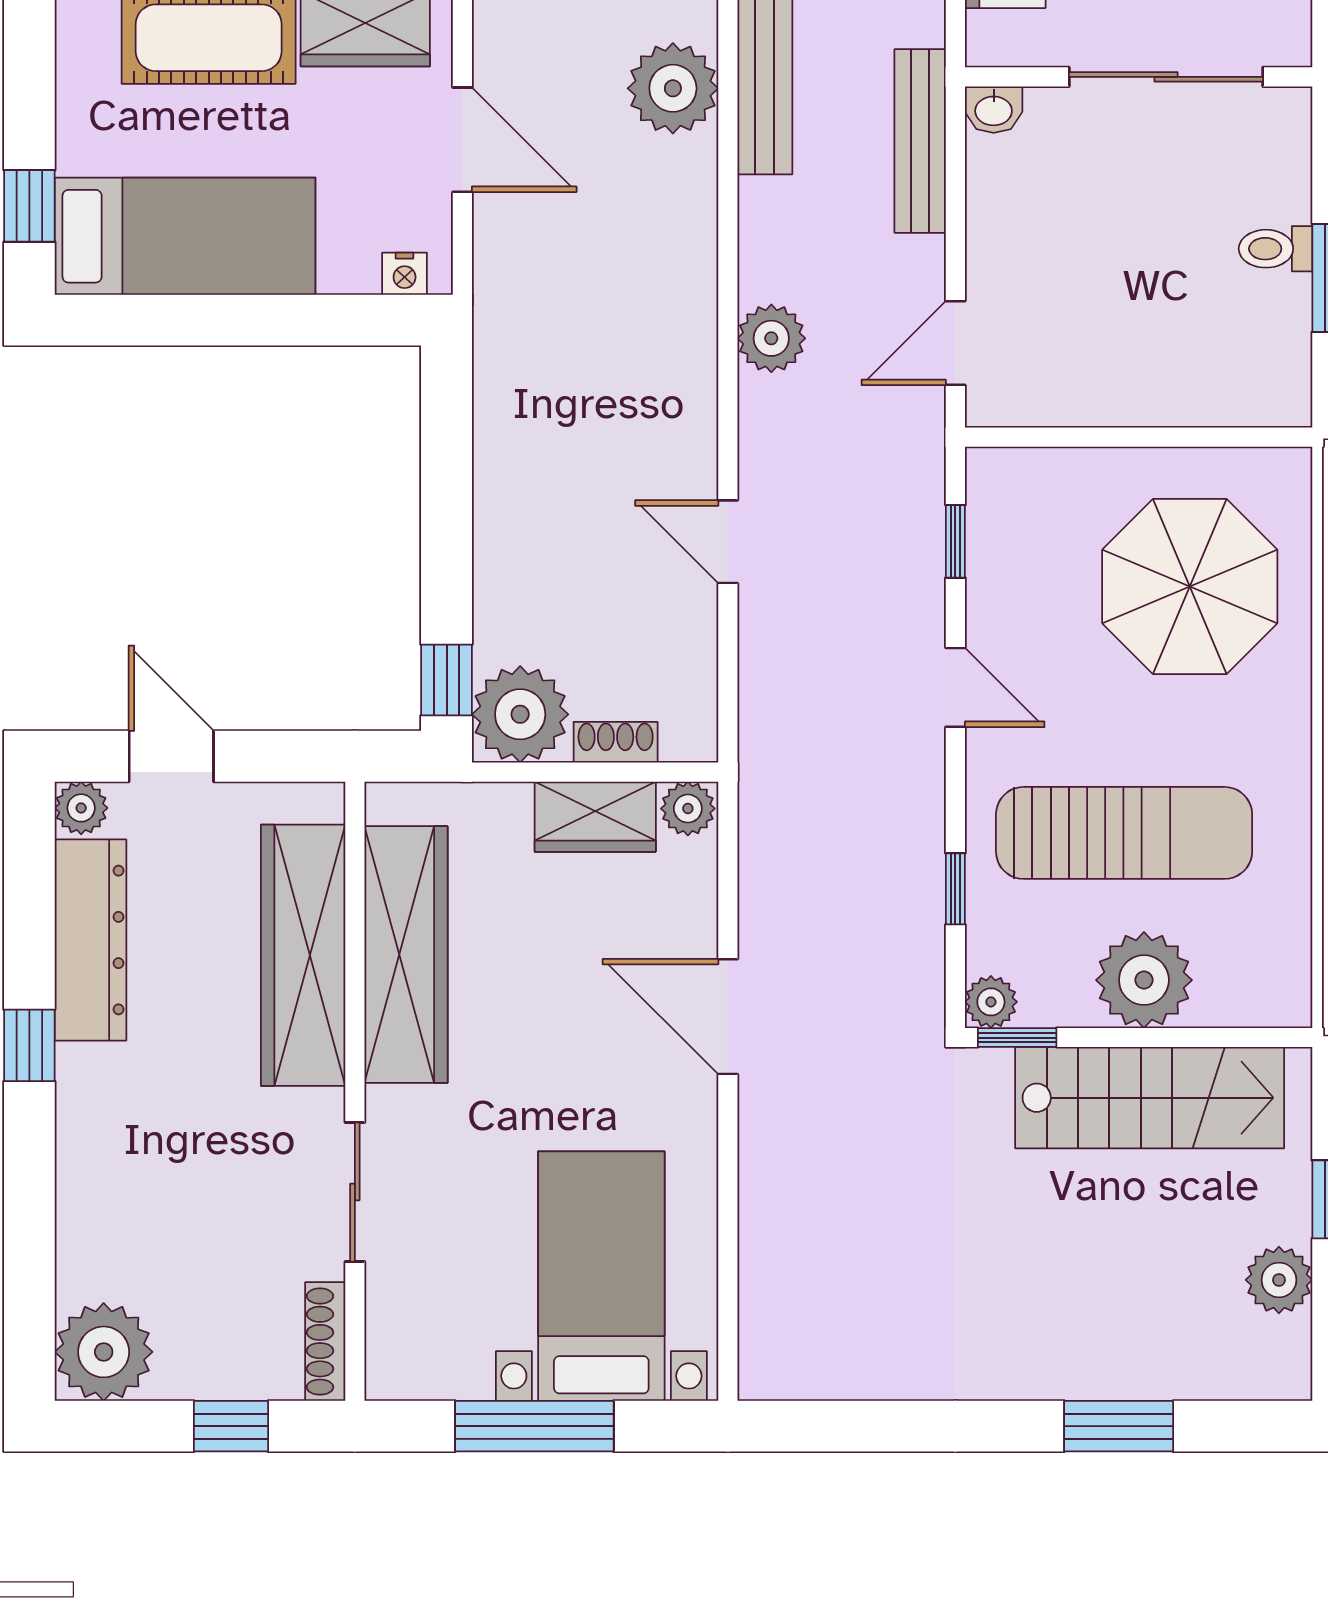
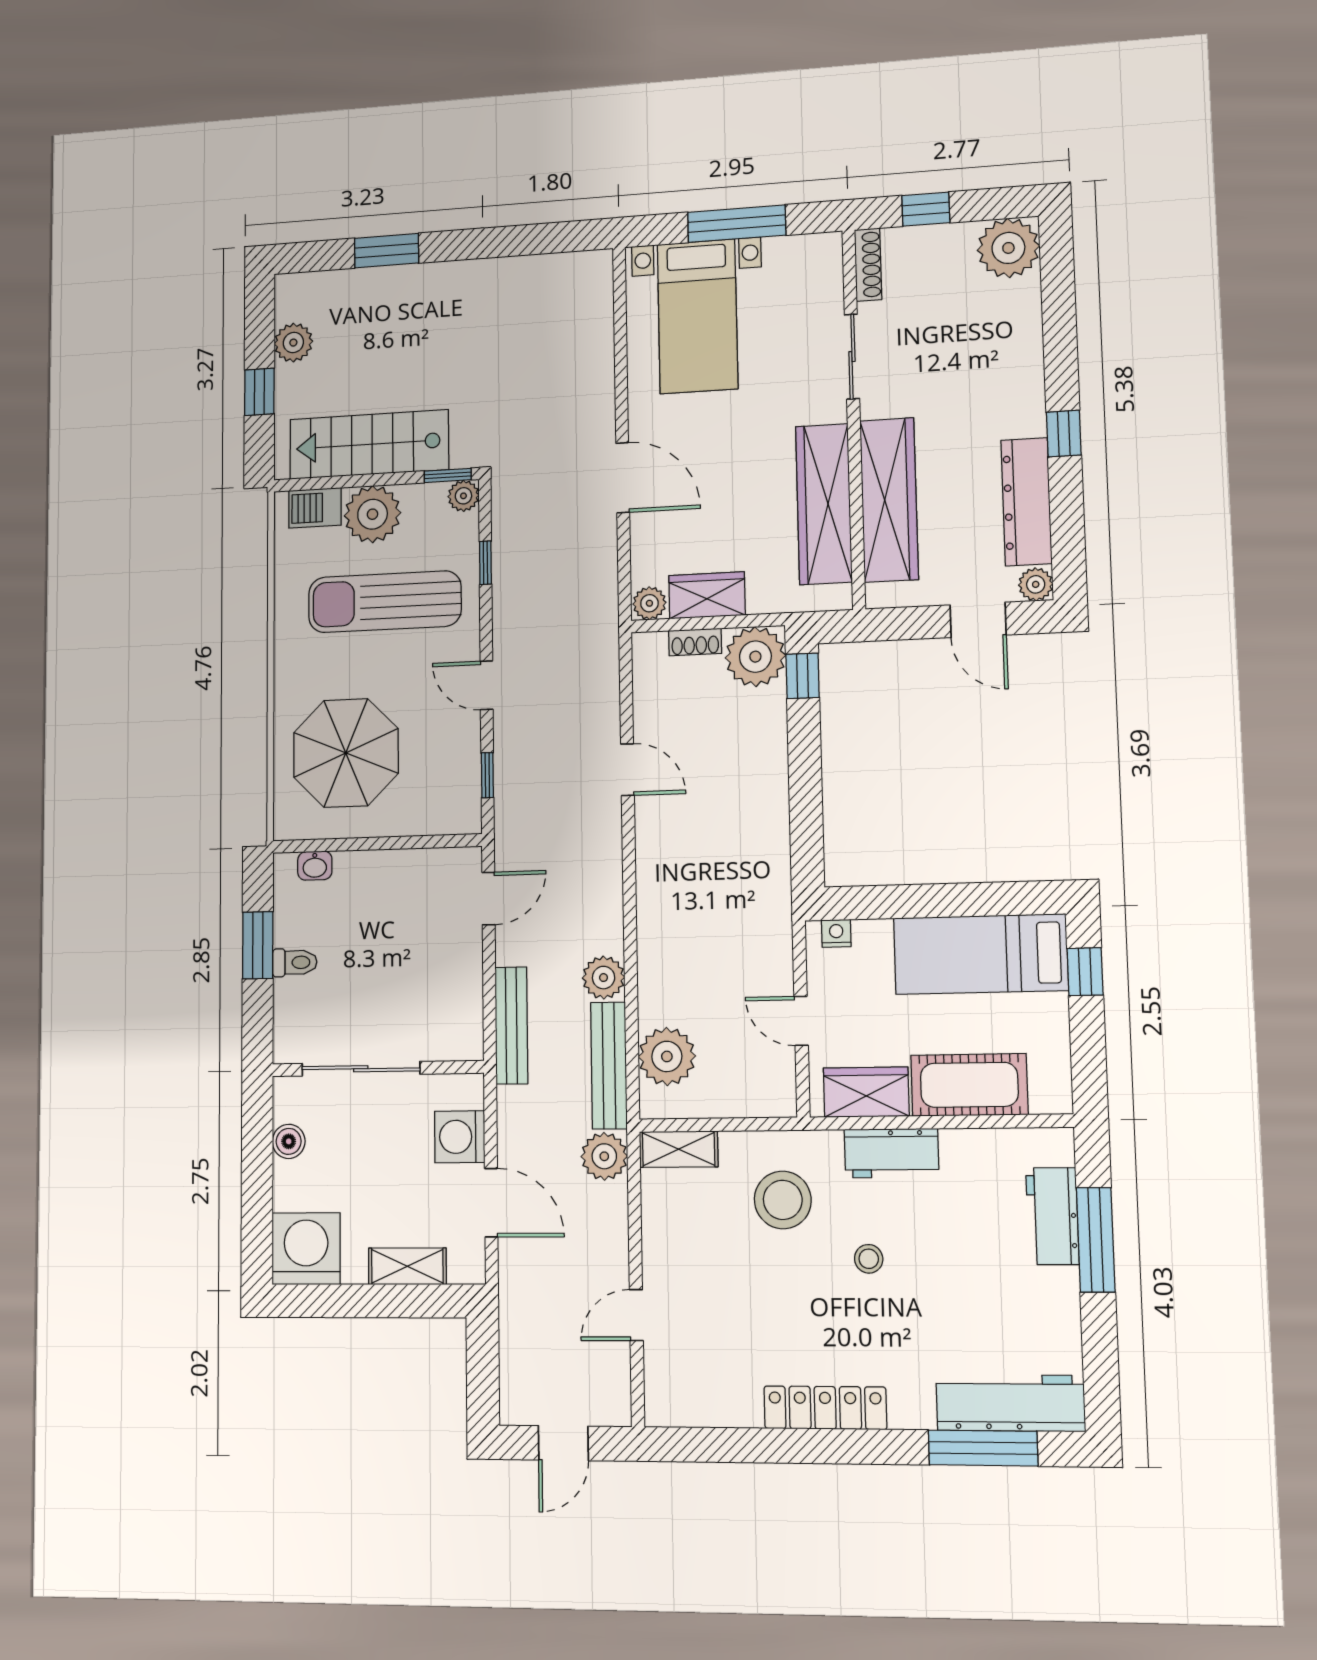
washbasin: (994, 110) -> (315, 866), moved, turned 180
door: (462, 140) -> (801, 1021), width x0.73
plant: (771, 338) -> (604, 978), moved
barbecue: (1242, 996) -> (315, 508), added

